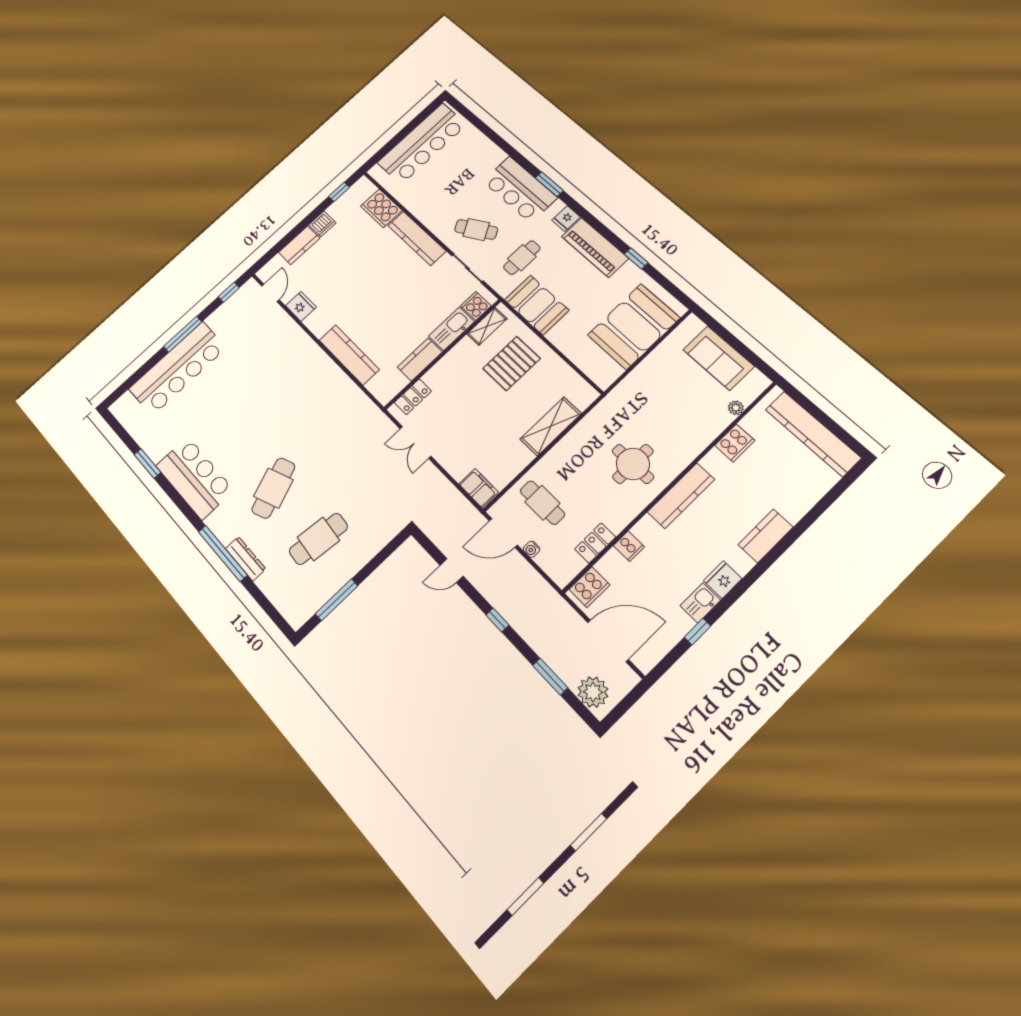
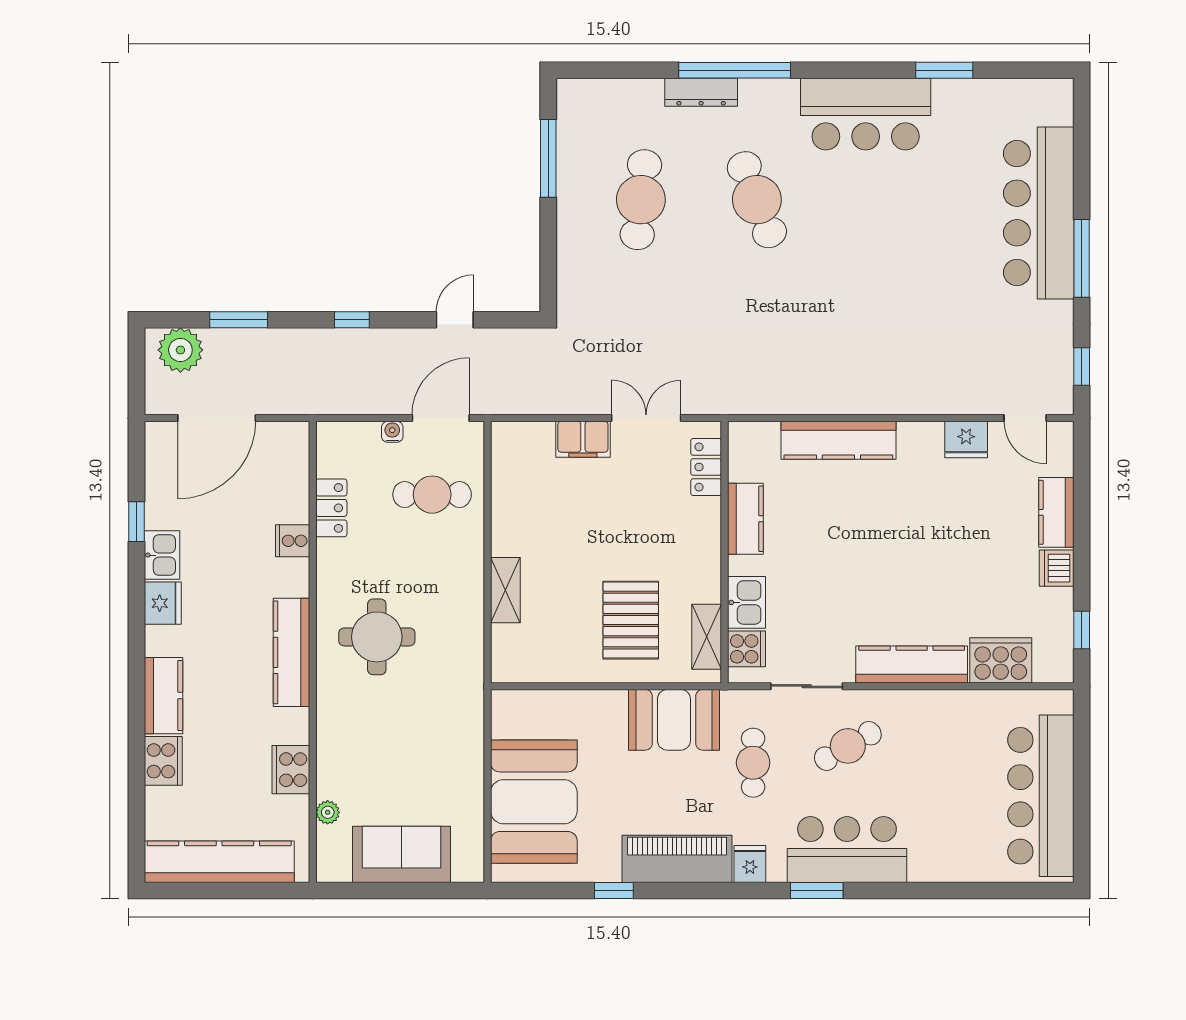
kitchen sink: (452, 329) -> (746, 602), width x0.73
shelving: (551, 426) -> (505, 590), width x0.67, depth x0.75
filing cabinet: (479, 488) -> (583, 439), moved
cooker: (589, 587) -> (163, 761), moved, turned 180

